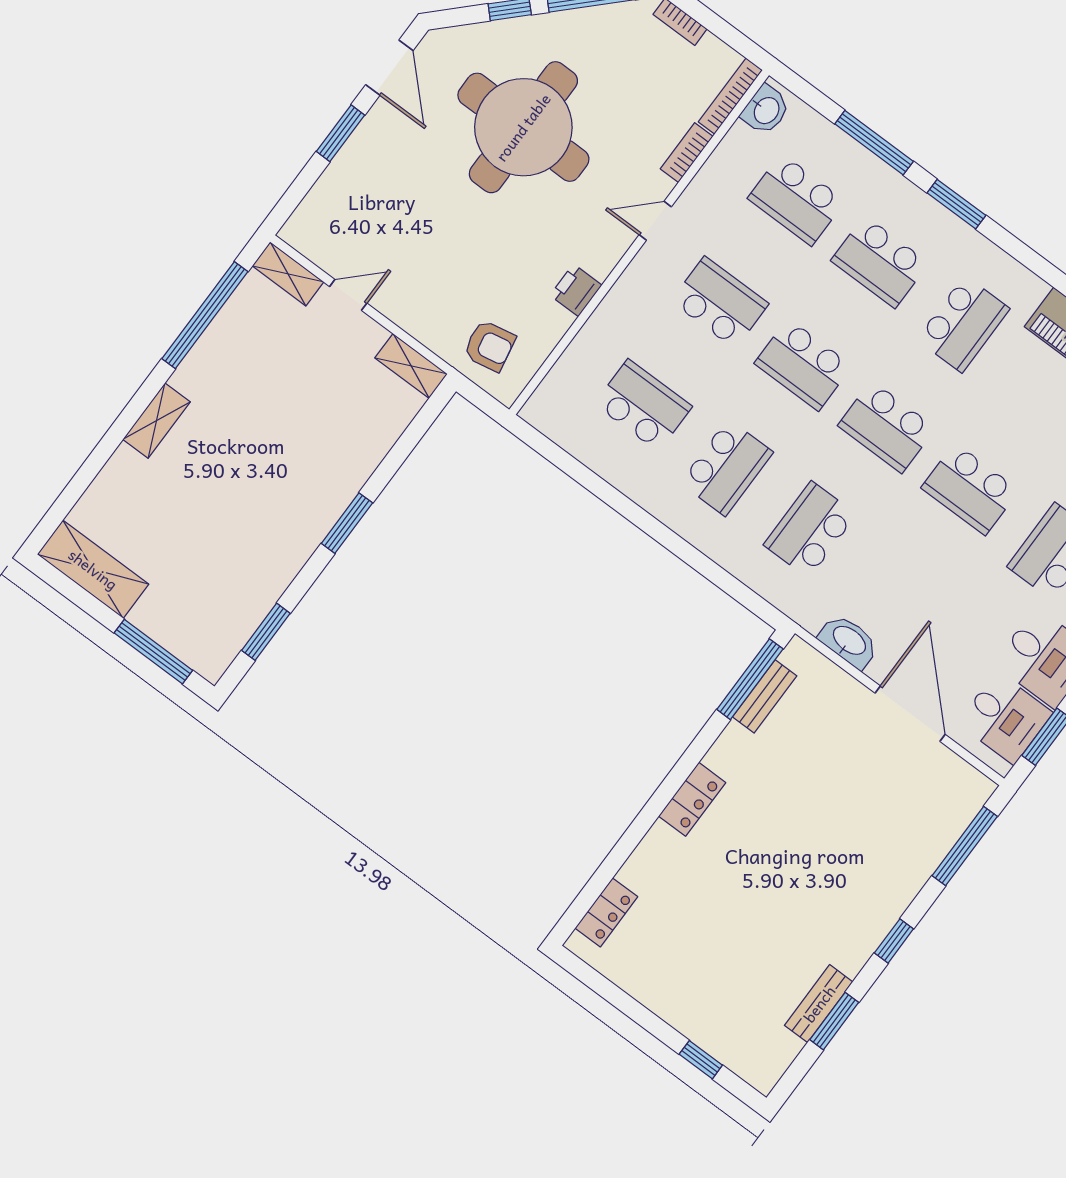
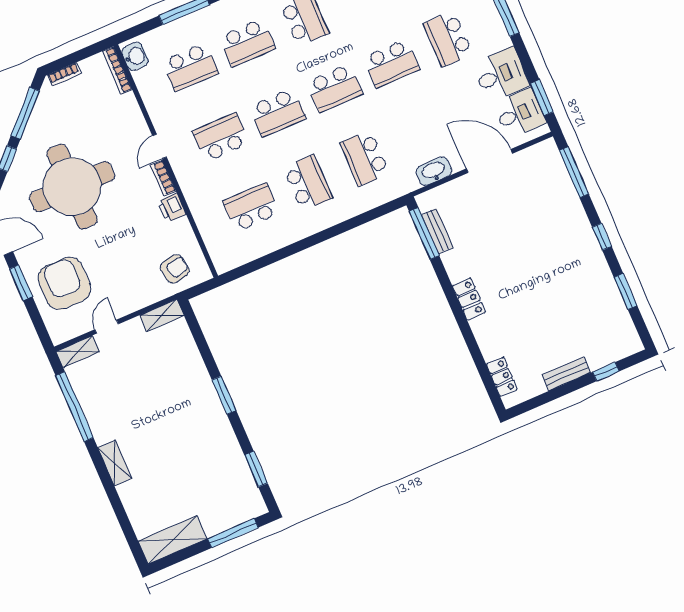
bookcase: (687, 153) -> (163, 178), moved
armchair: (376, 197) -> (65, 283), added
bench: (819, 1004) -> (566, 374), moved, turned 90

